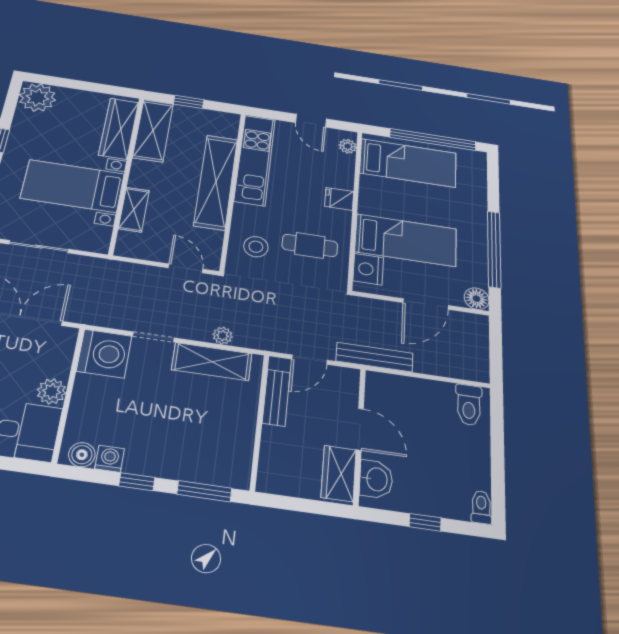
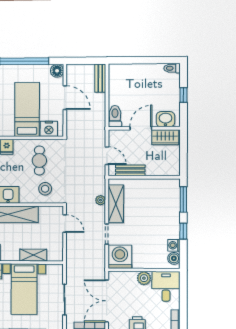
door: (186, 268) -> (65, 223), swing flipped
bench: (374, 357) -> (100, 78), moved, width x0.73
toilet: (469, 405) -> (115, 116), moved, turned -90

